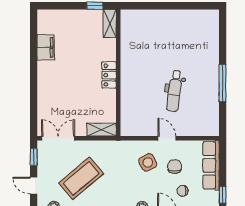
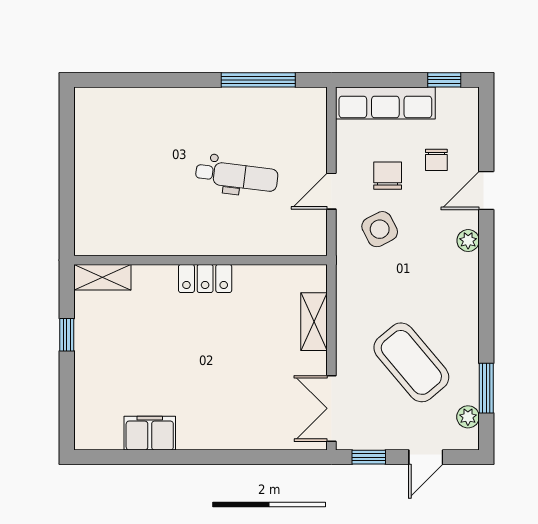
shelving: (110, 24) -> (102, 277), moved
wall: (118, 73) -> (200, 260), moved
locker: (109, 75) -> (205, 278), moved
window: (223, 83) -> (258, 80), moved
chair: (175, 166) -> (388, 176), turned 90

